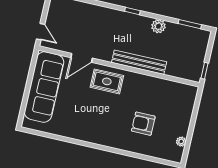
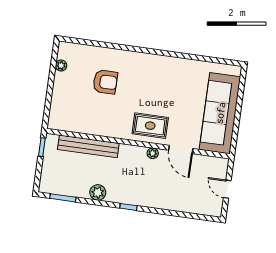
door: (41, 32) -> (227, 189), moved
plant: (107, 57) -> (153, 153), added
door: (82, 58) -> (181, 149), swing flipped
bench: (139, 62) -> (88, 146), moved

